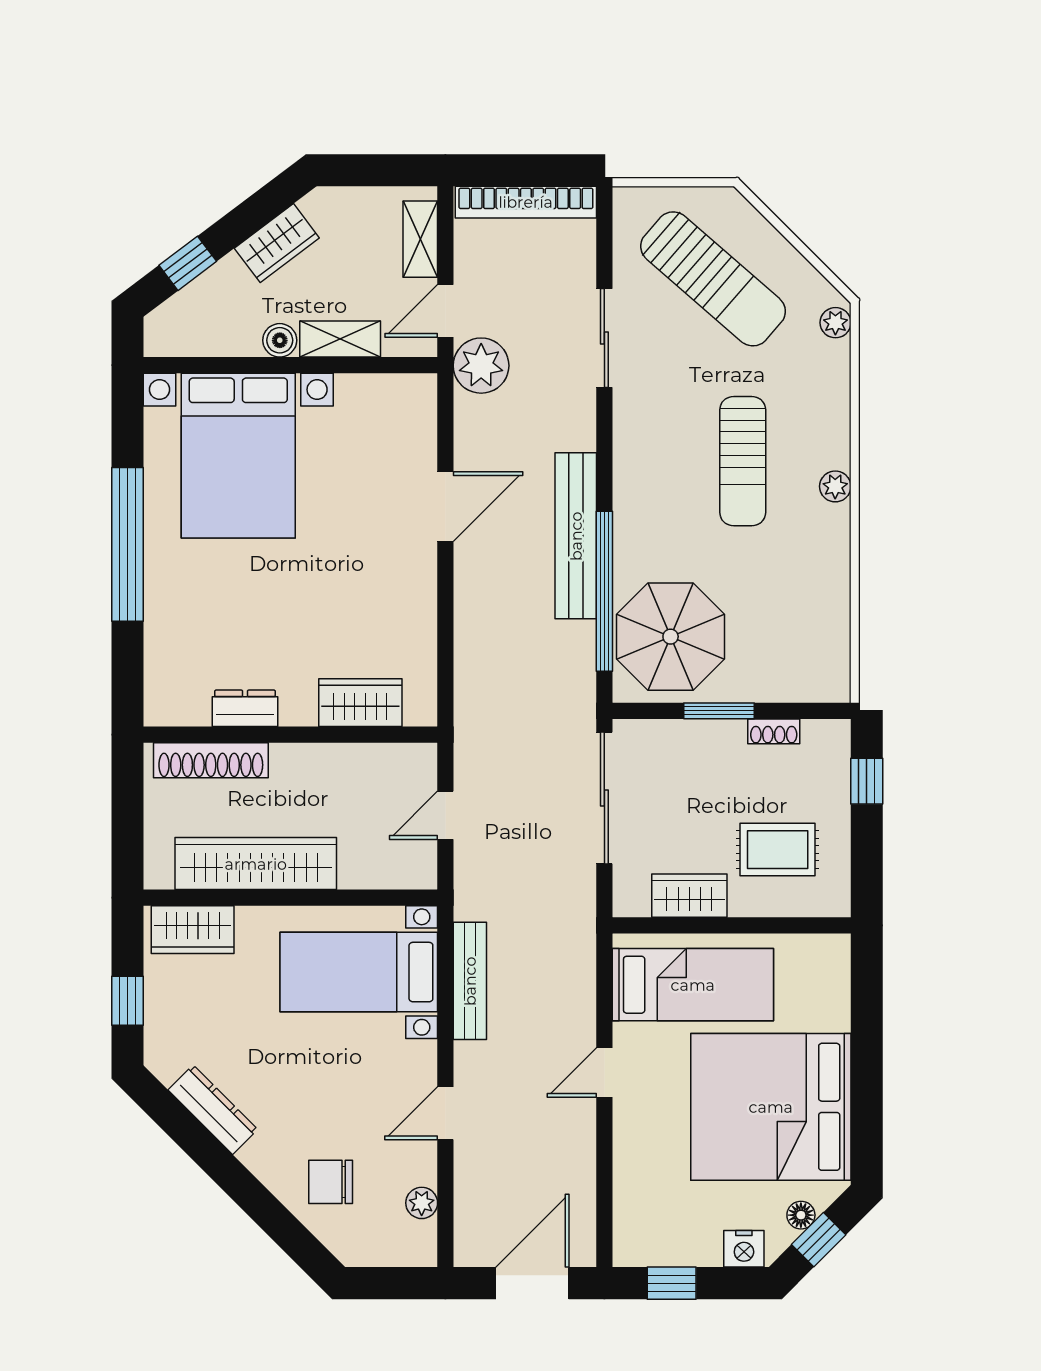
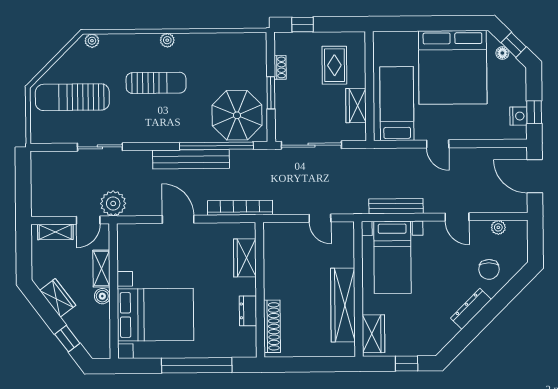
bookcase: (526, 202) -> (240, 208), moved, turned -90
sun lounger: (713, 279) -> (72, 97), turned -131
door: (445, 311) -> (88, 220), hinge flipped
wardrobe: (360, 703) -> (245, 258), moved
dresser: (245, 708) -> (248, 311), moved
wall: (290, 735) -> (260, 290), moved
shoe rack: (211, 760) -> (272, 326), moved
dresser: (213, 1110) -> (471, 309), moved
nightstand: (744, 1249) -> (518, 116), moved

